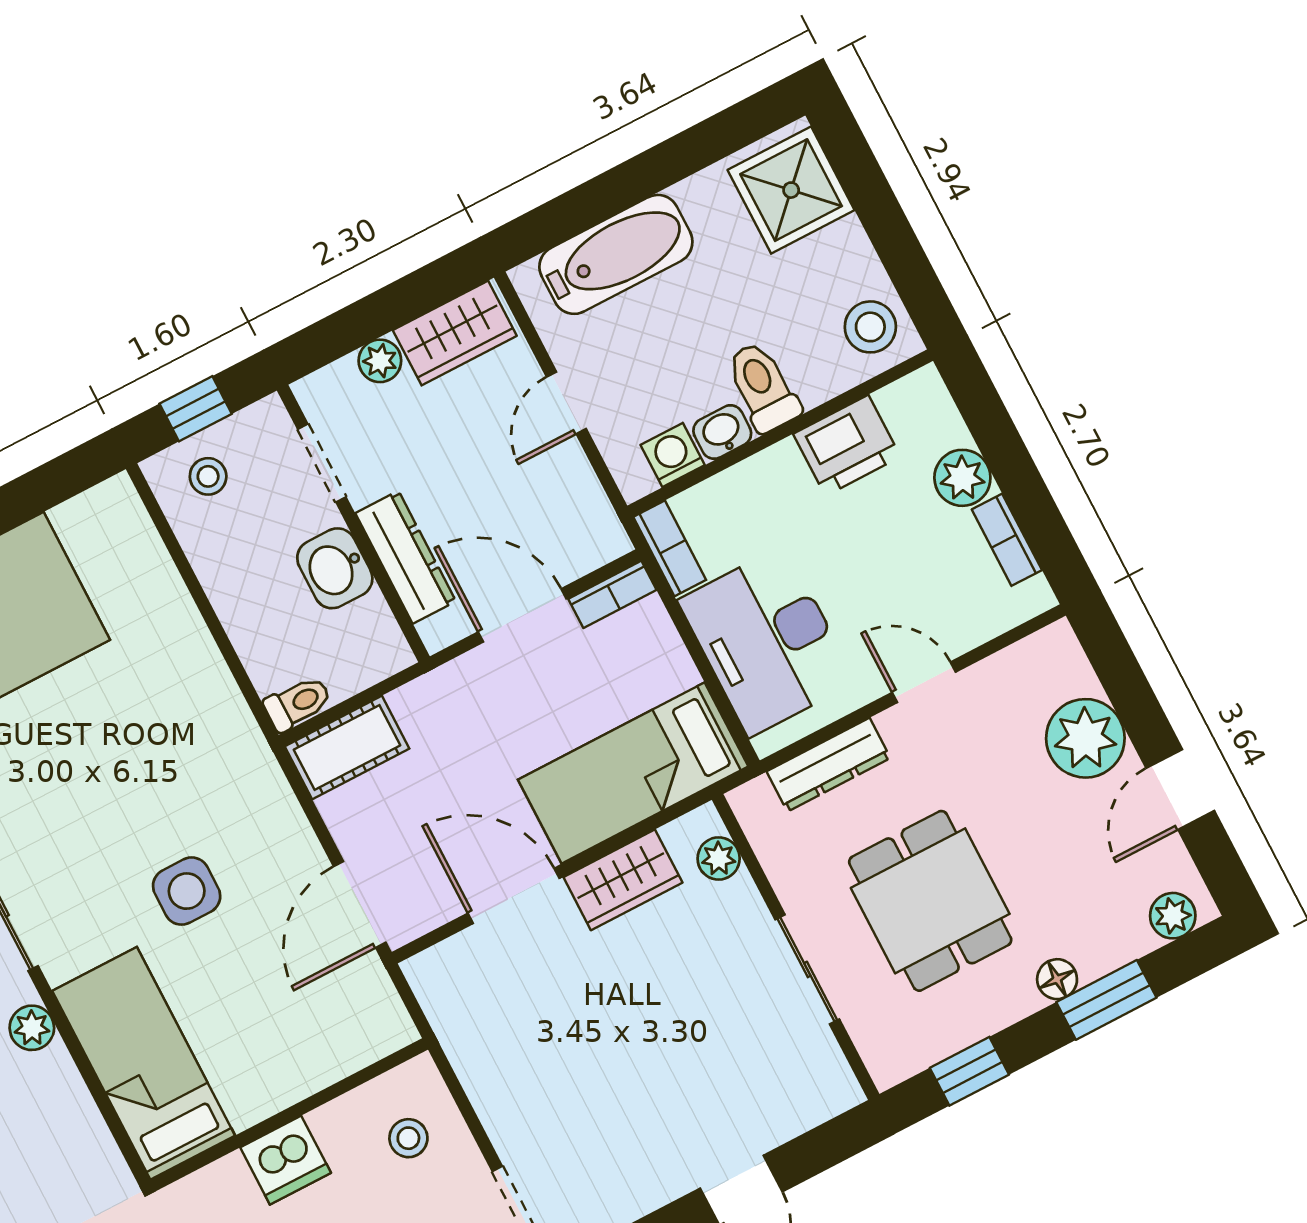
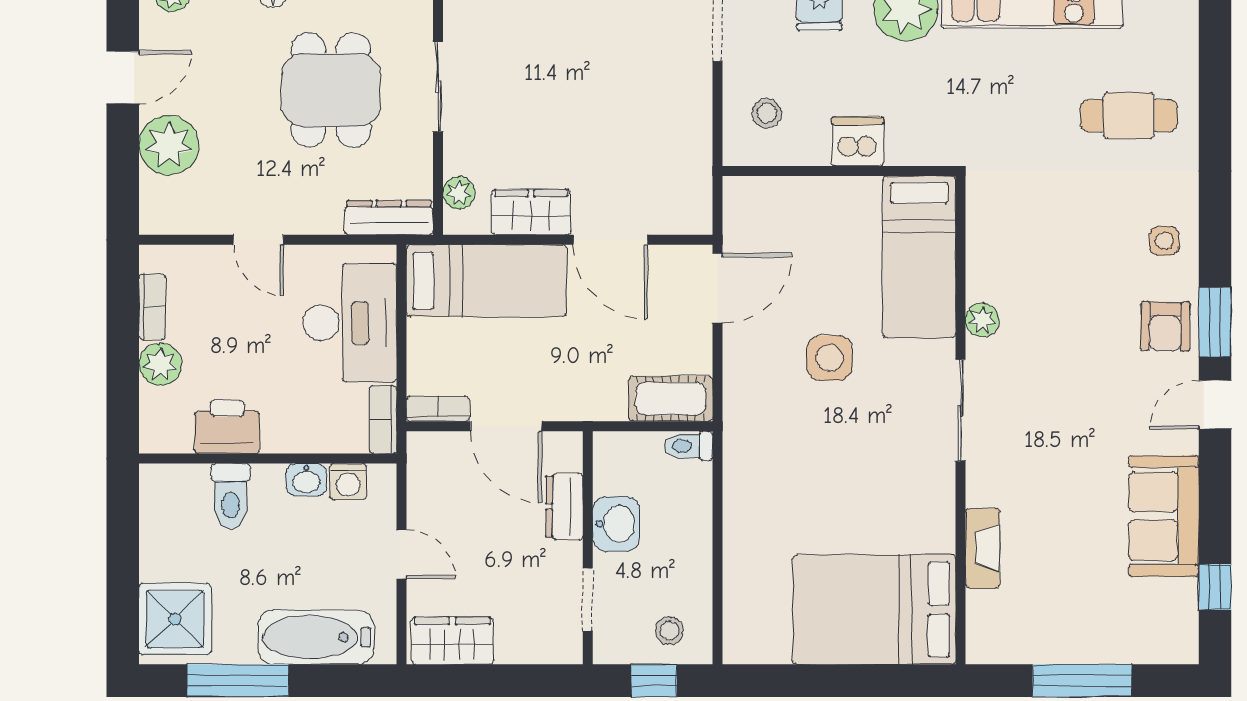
window: (680, 156) -> (238, 681), added
stool: (870, 327) -> (169, 499), removed
plant: (380, 361) -> (513, 648), removed
toilet: (763, 387) -> (231, 496), moved
door: (566, 403) -> (401, 554), hinge flipped
dresser: (406, 557) -> (564, 507), width x0.70
dresser: (828, 765) -> (389, 218), moved

